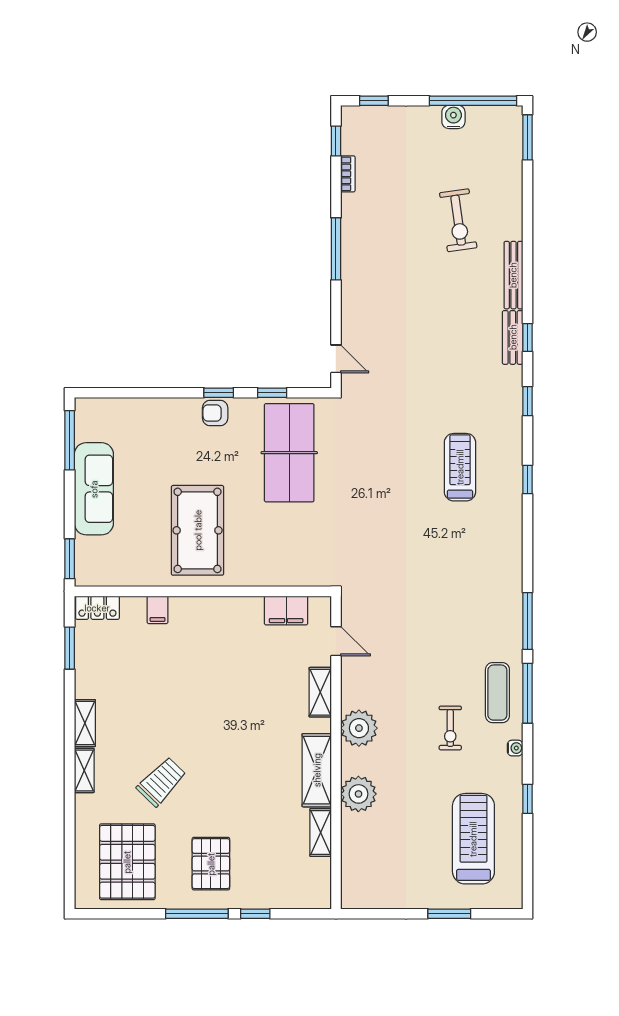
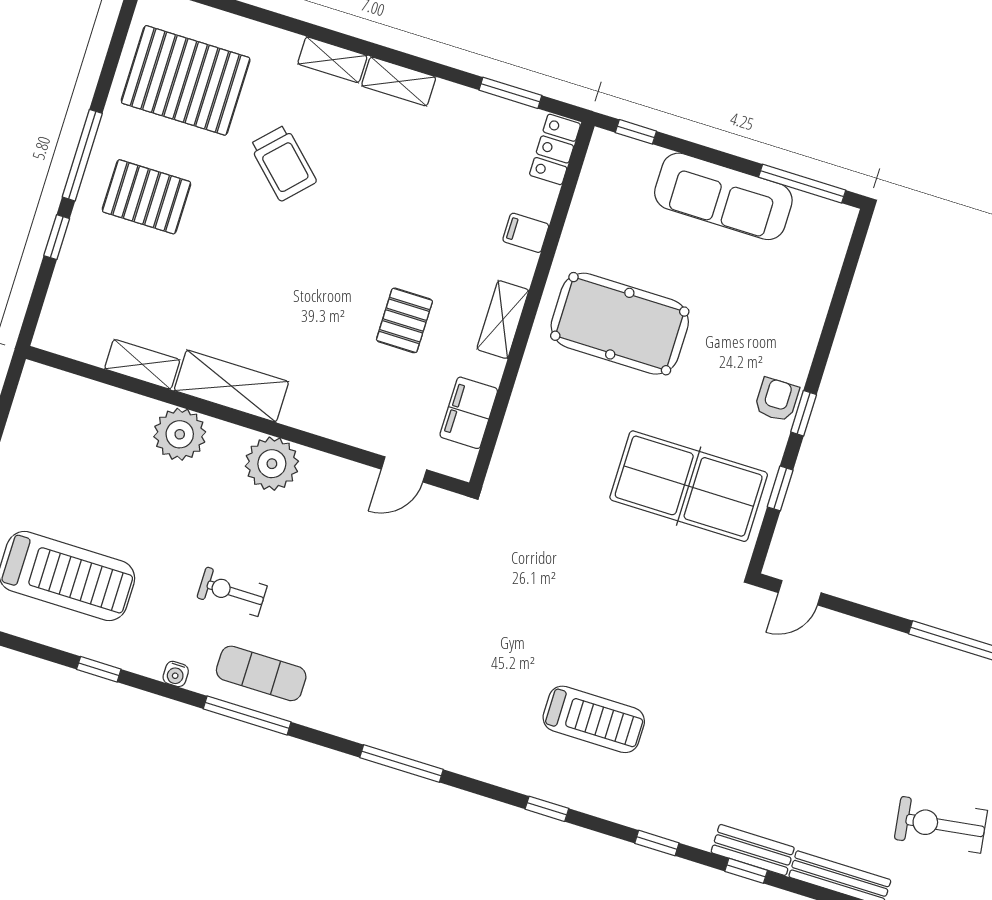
window: (70, 559) -> (636, 132), width x0.67
window: (528, 621) -> (401, 763), moved
pallet: (239, 671) -> (404, 320), added
shelving: (320, 692) -> (503, 320), moved, turned 90

